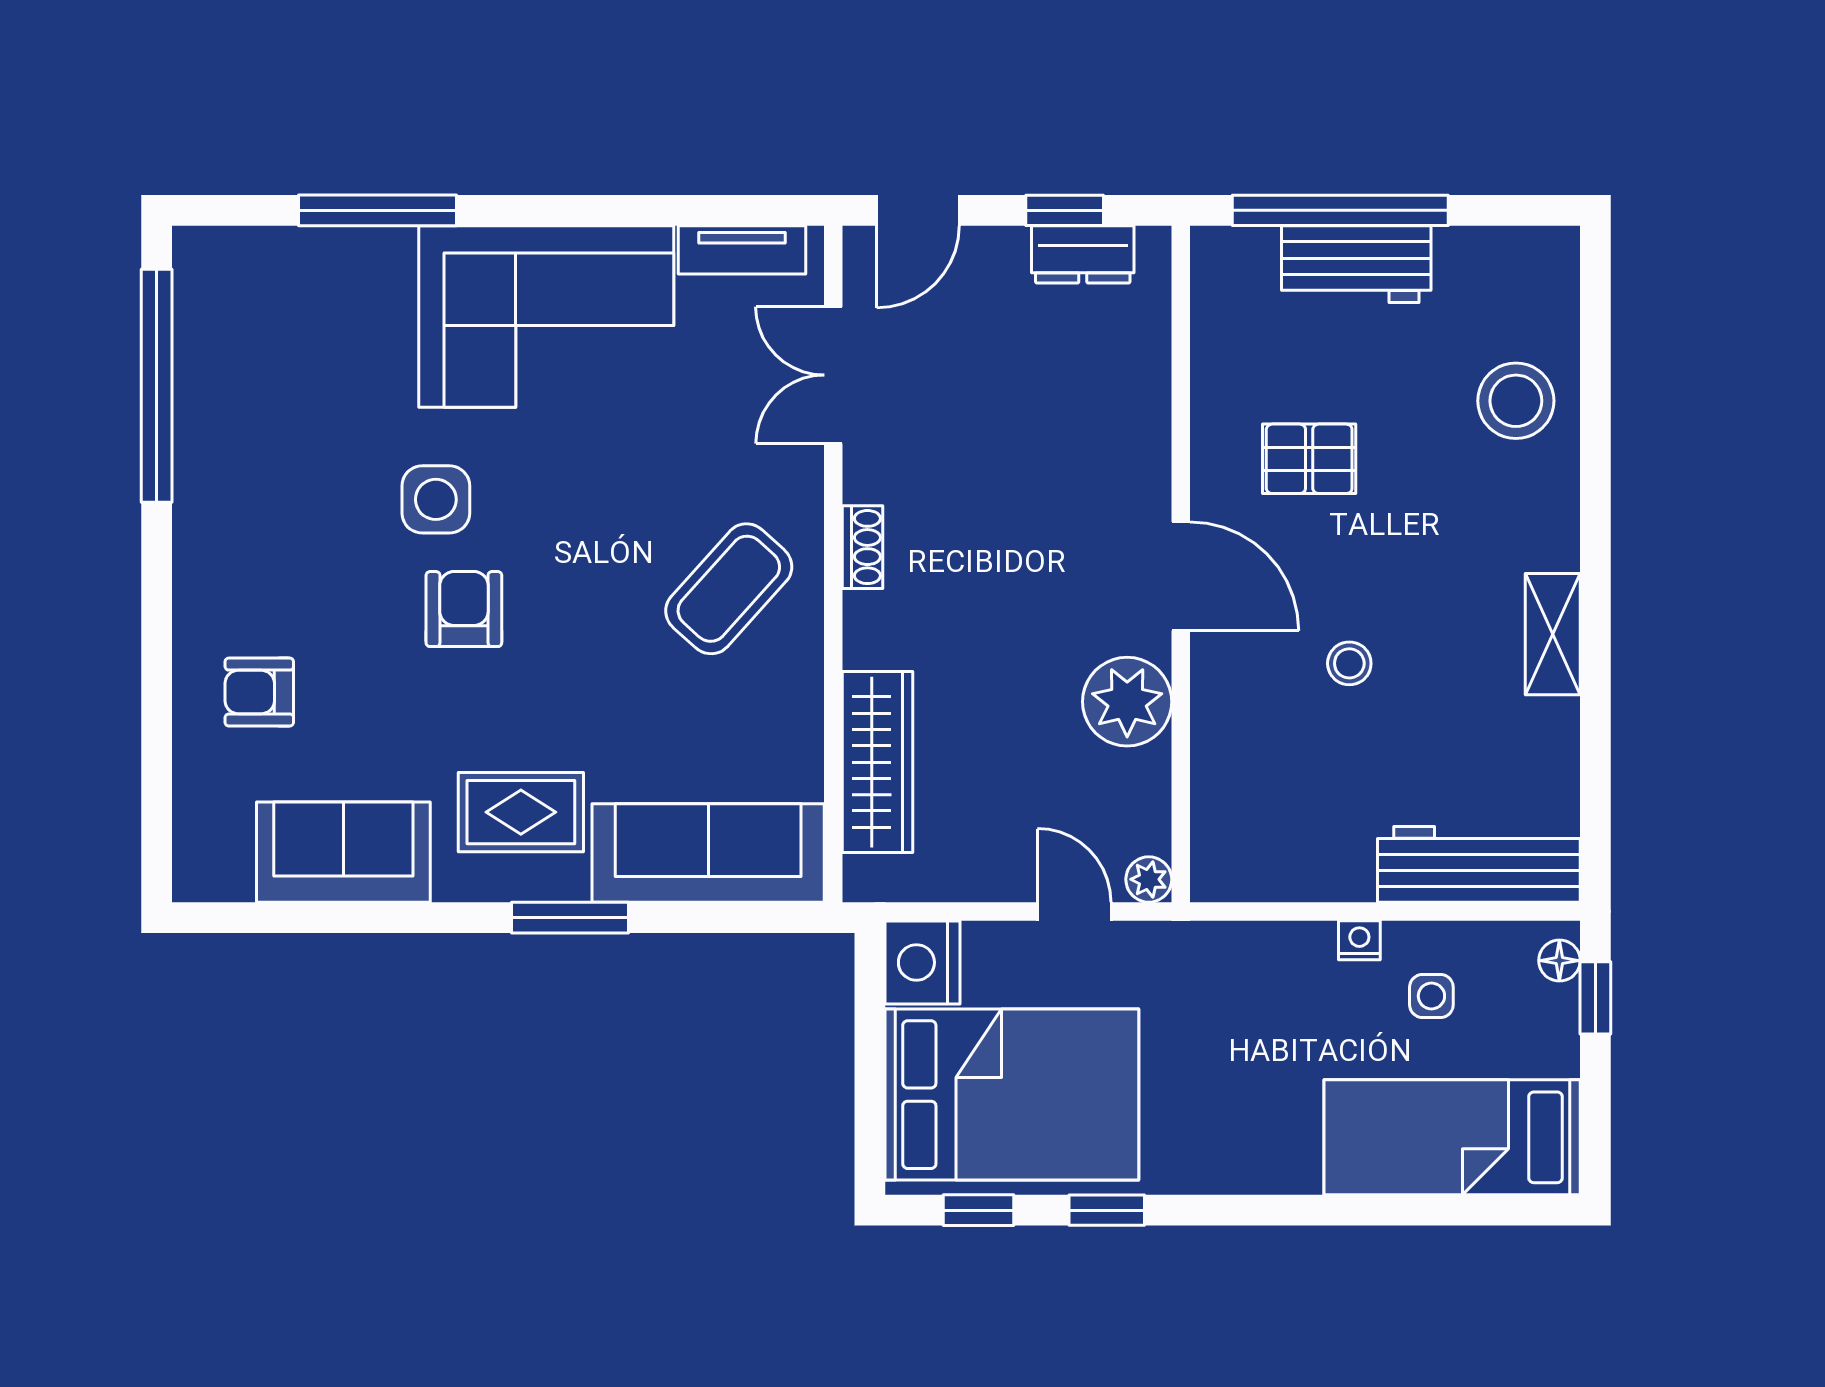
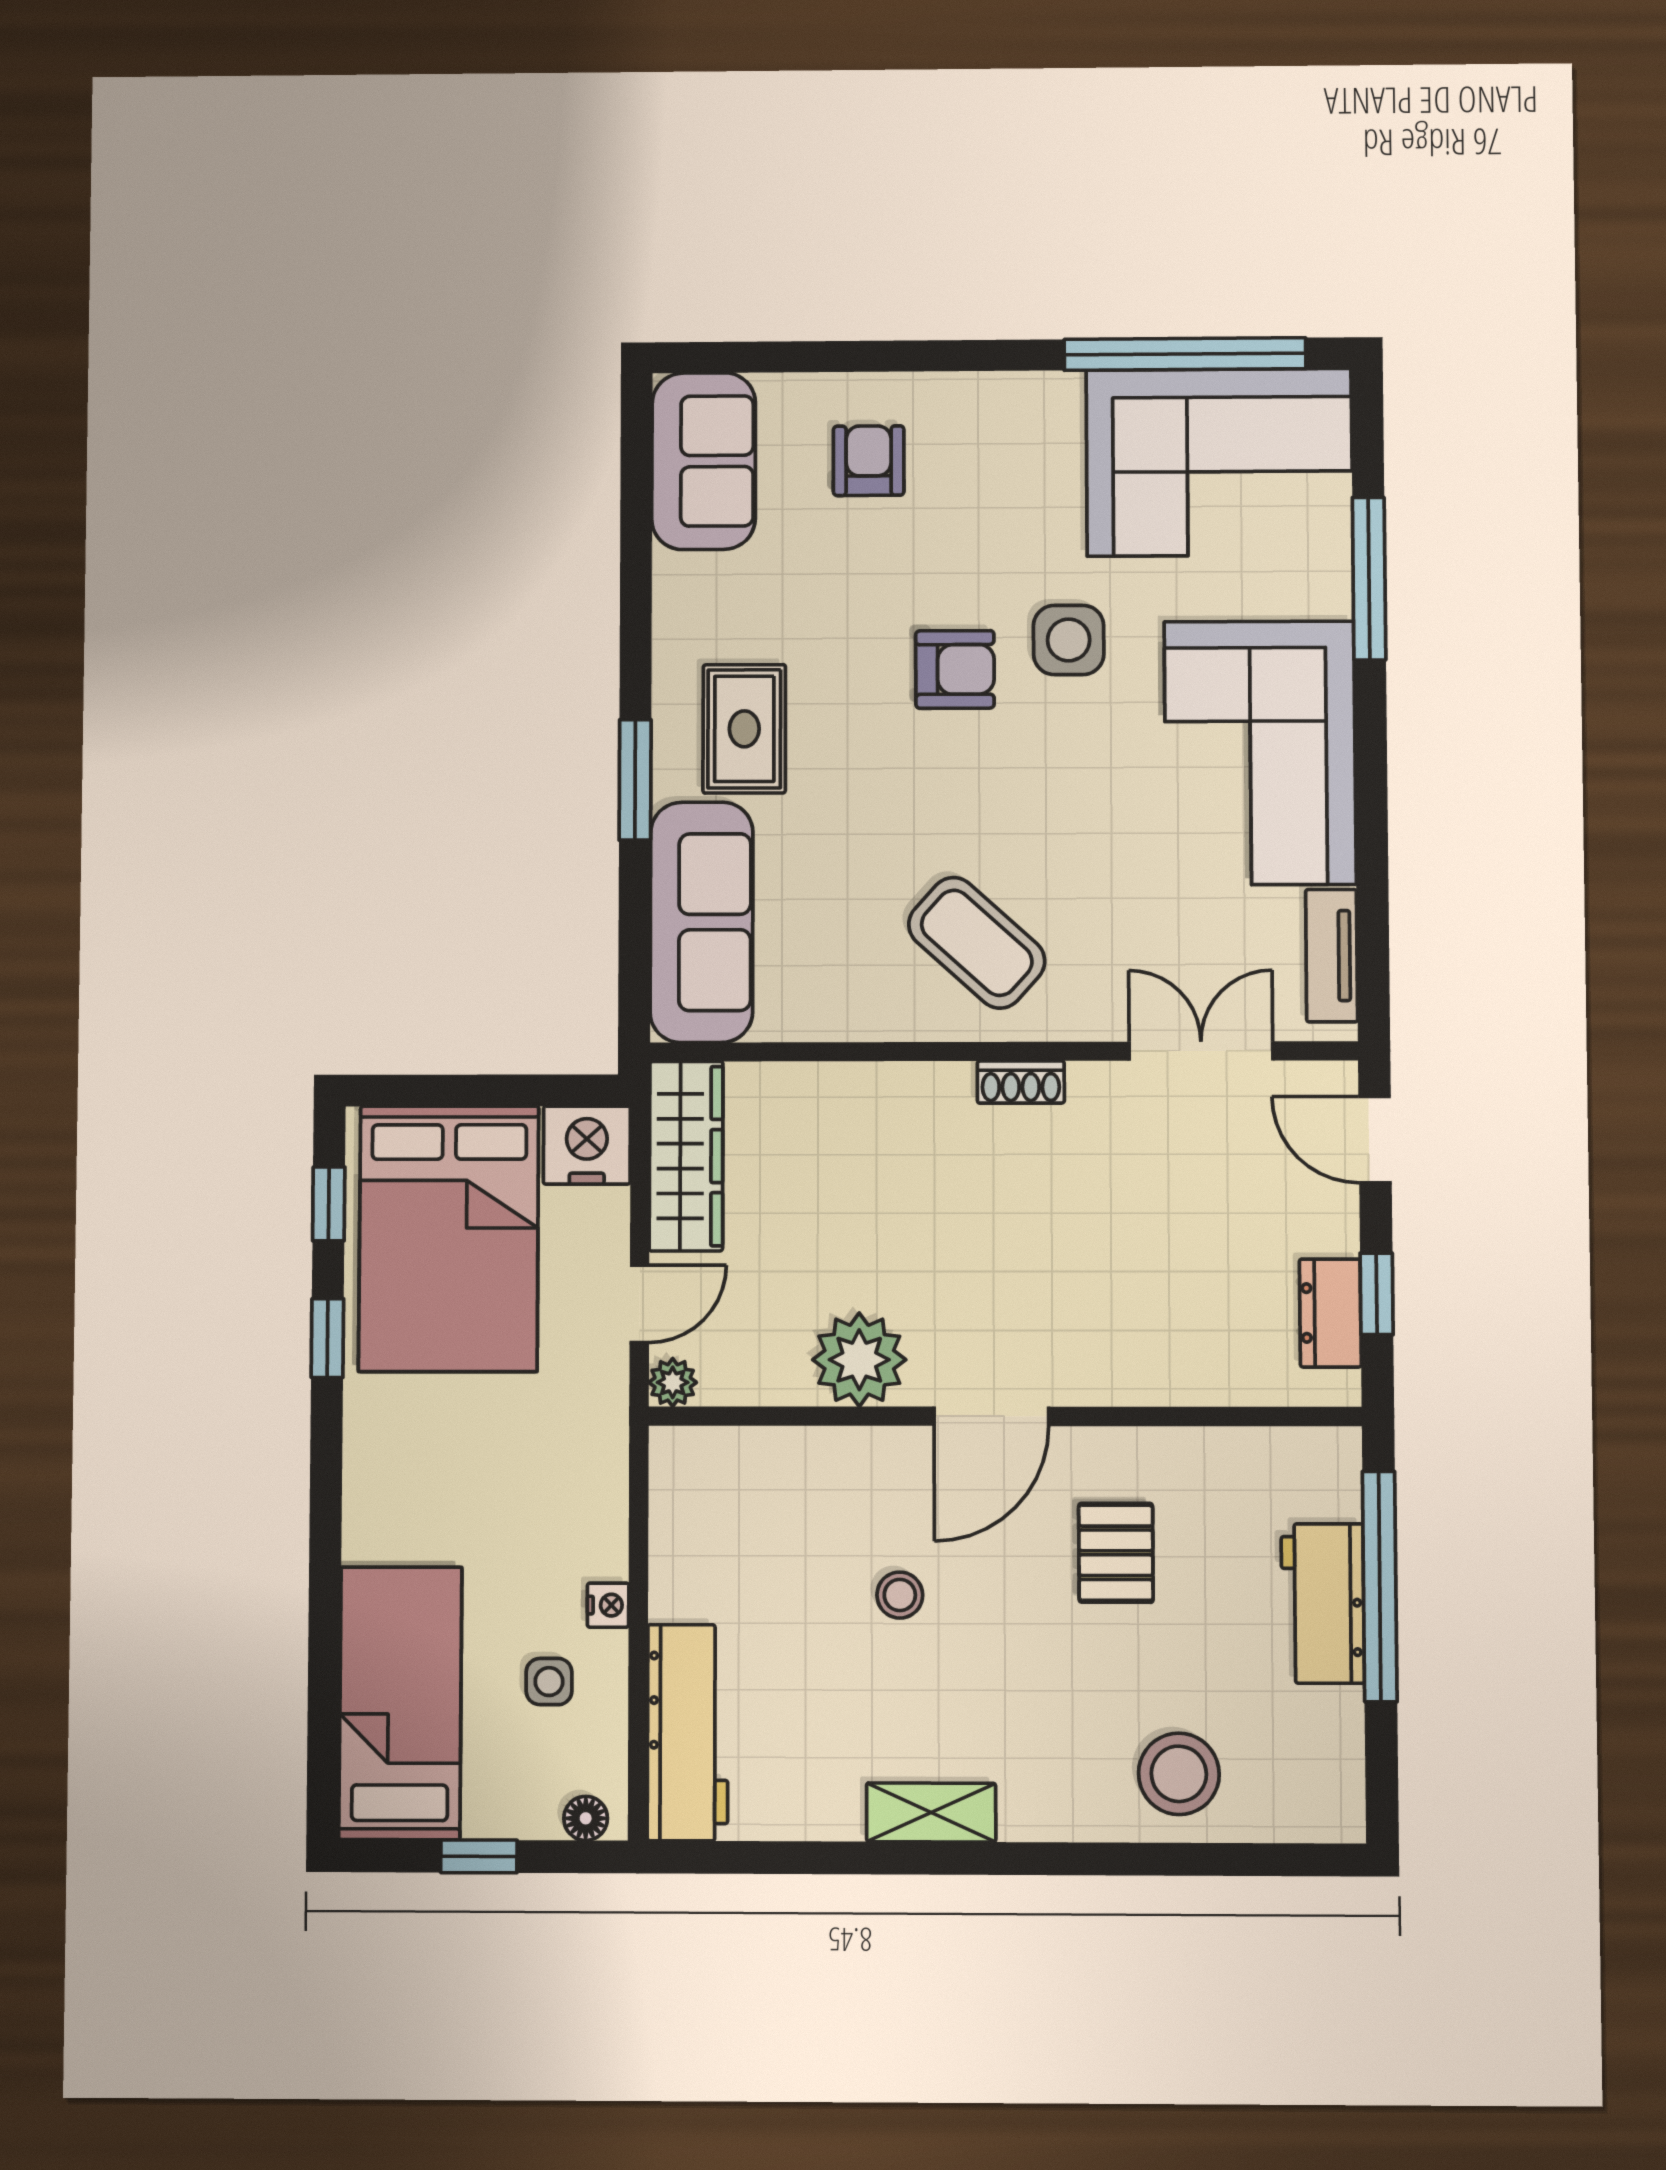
corner sofa: (263, 353) -> (1219, 462), added
wardrobe: (877, 762) -> (686, 1156), moved, turned -90
sofa: (343, 852) -> (704, 461), moved
window: (1595, 998) -> (479, 1856), moved

